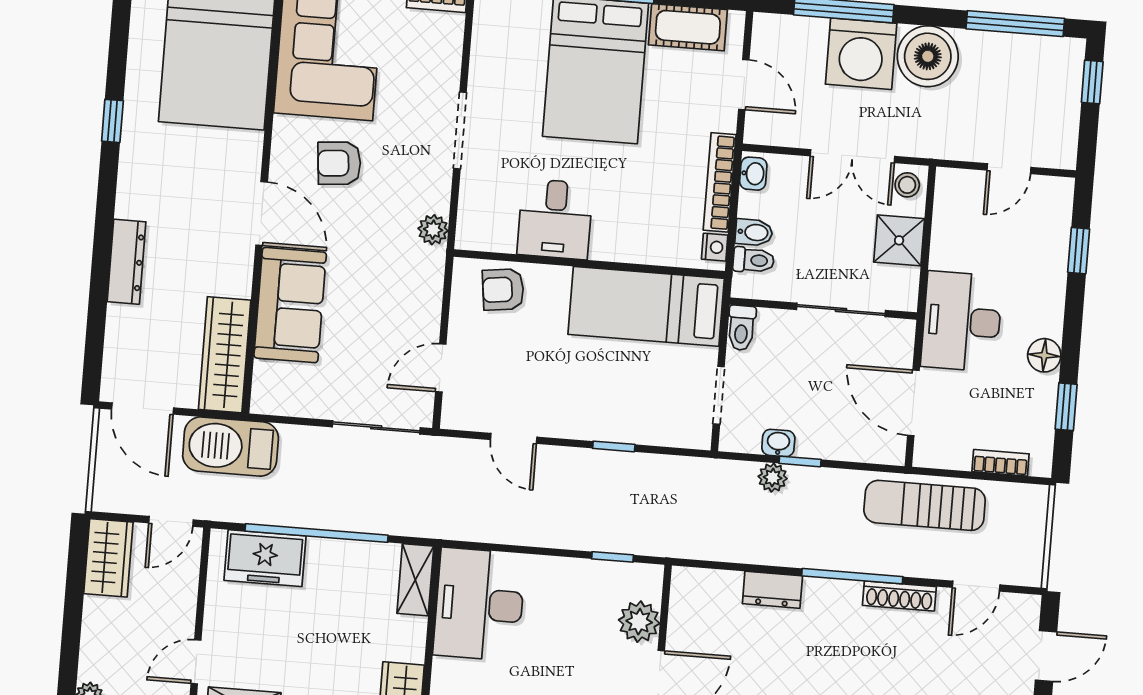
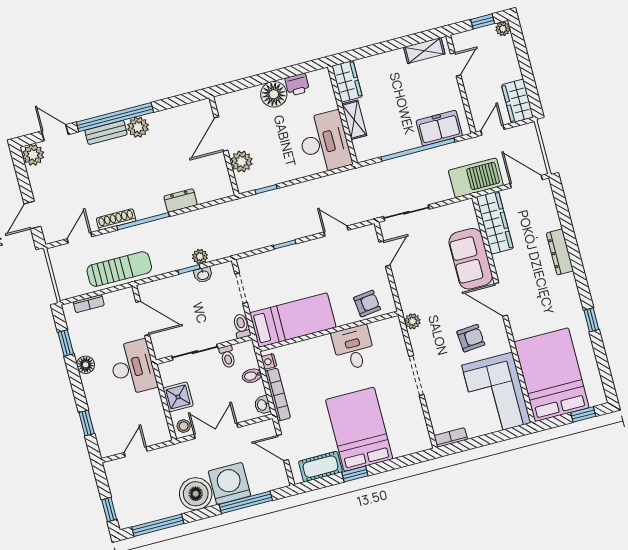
toilet: (754, 260) -> (227, 357), moved, turned -90
shelving: (415, 580) -> (354, 120), moved

